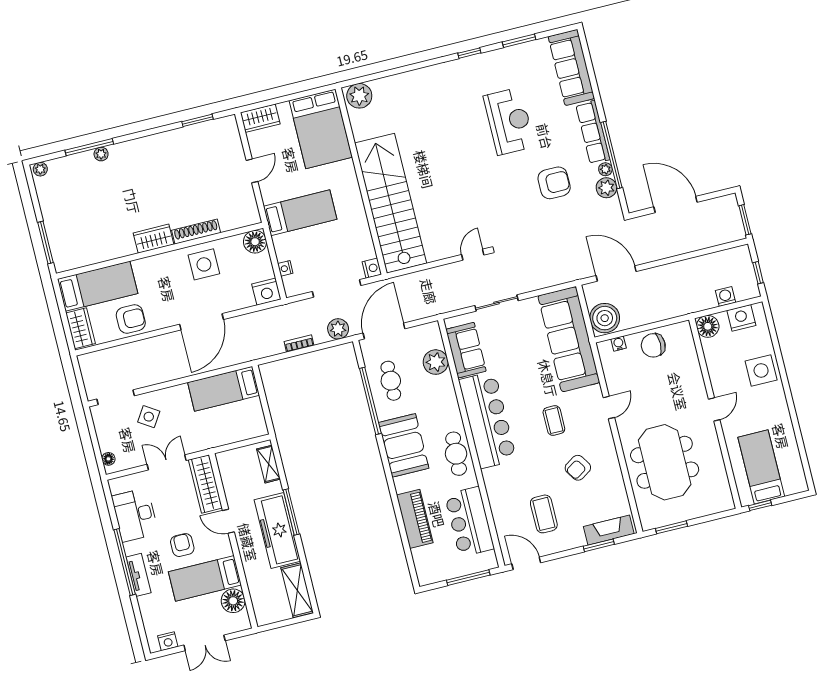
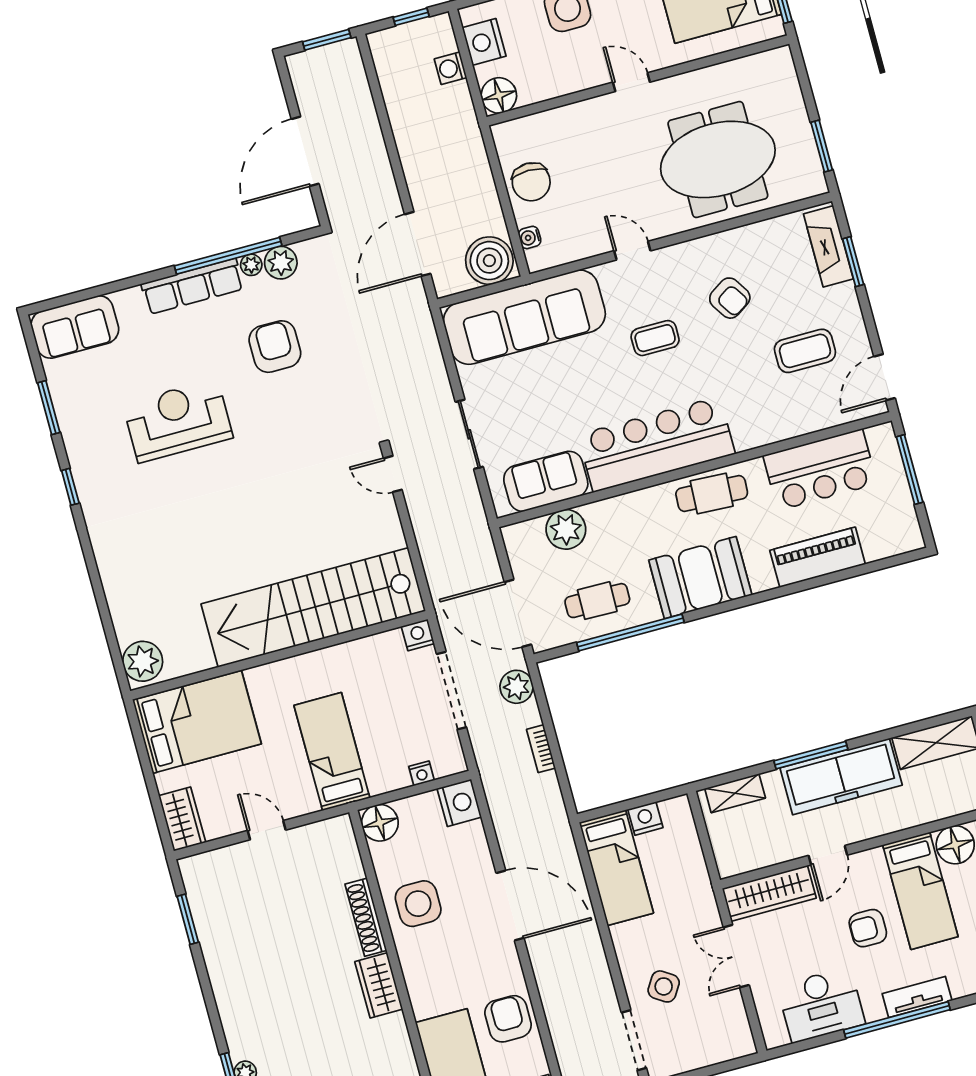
sofa: (571, 67) -> (75, 327), width x0.73
nightstand: (254, 408) -> (645, 818), added
floor lamp: (108, 459) -> (733, 1049), removed

